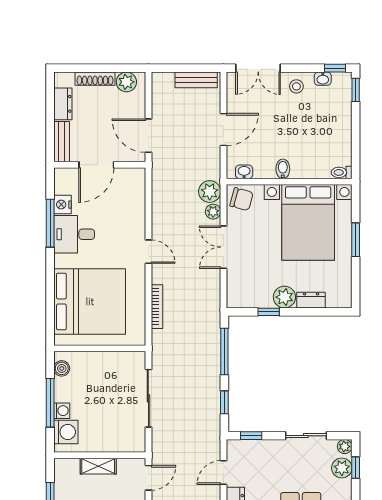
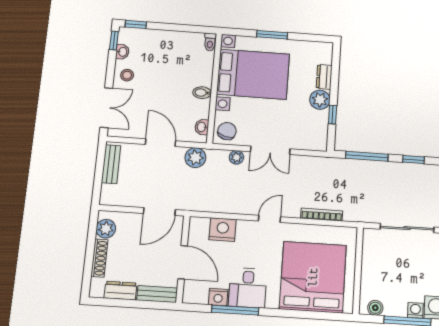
plant: (210, 192) -> (195, 158), moved
nightstand: (134, 203) -> (223, 230), added

